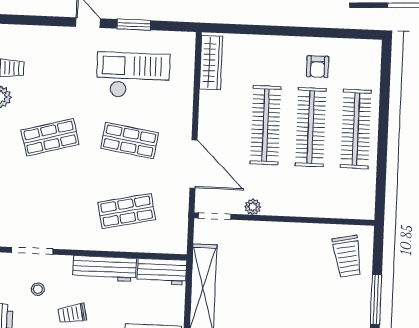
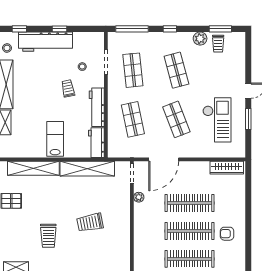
shop shelf: (130, 141) -> (176, 119), turned -30
shop shelf: (47, 208) -> (133, 70), added
trolley: (347, 256) -> (90, 223), moved

